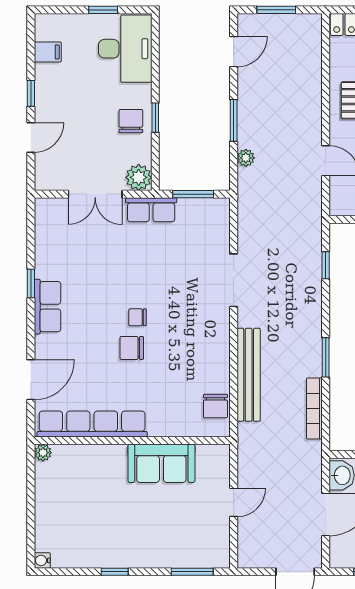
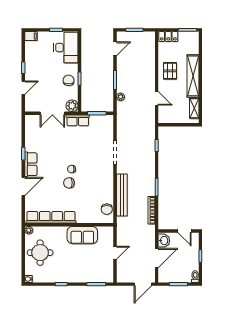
filing cabinet: (48, 52) -> (31, 36), moved
door: (31, 380) -> (23, 187), moved
round table: (68, 502) -> (40, 253), added

